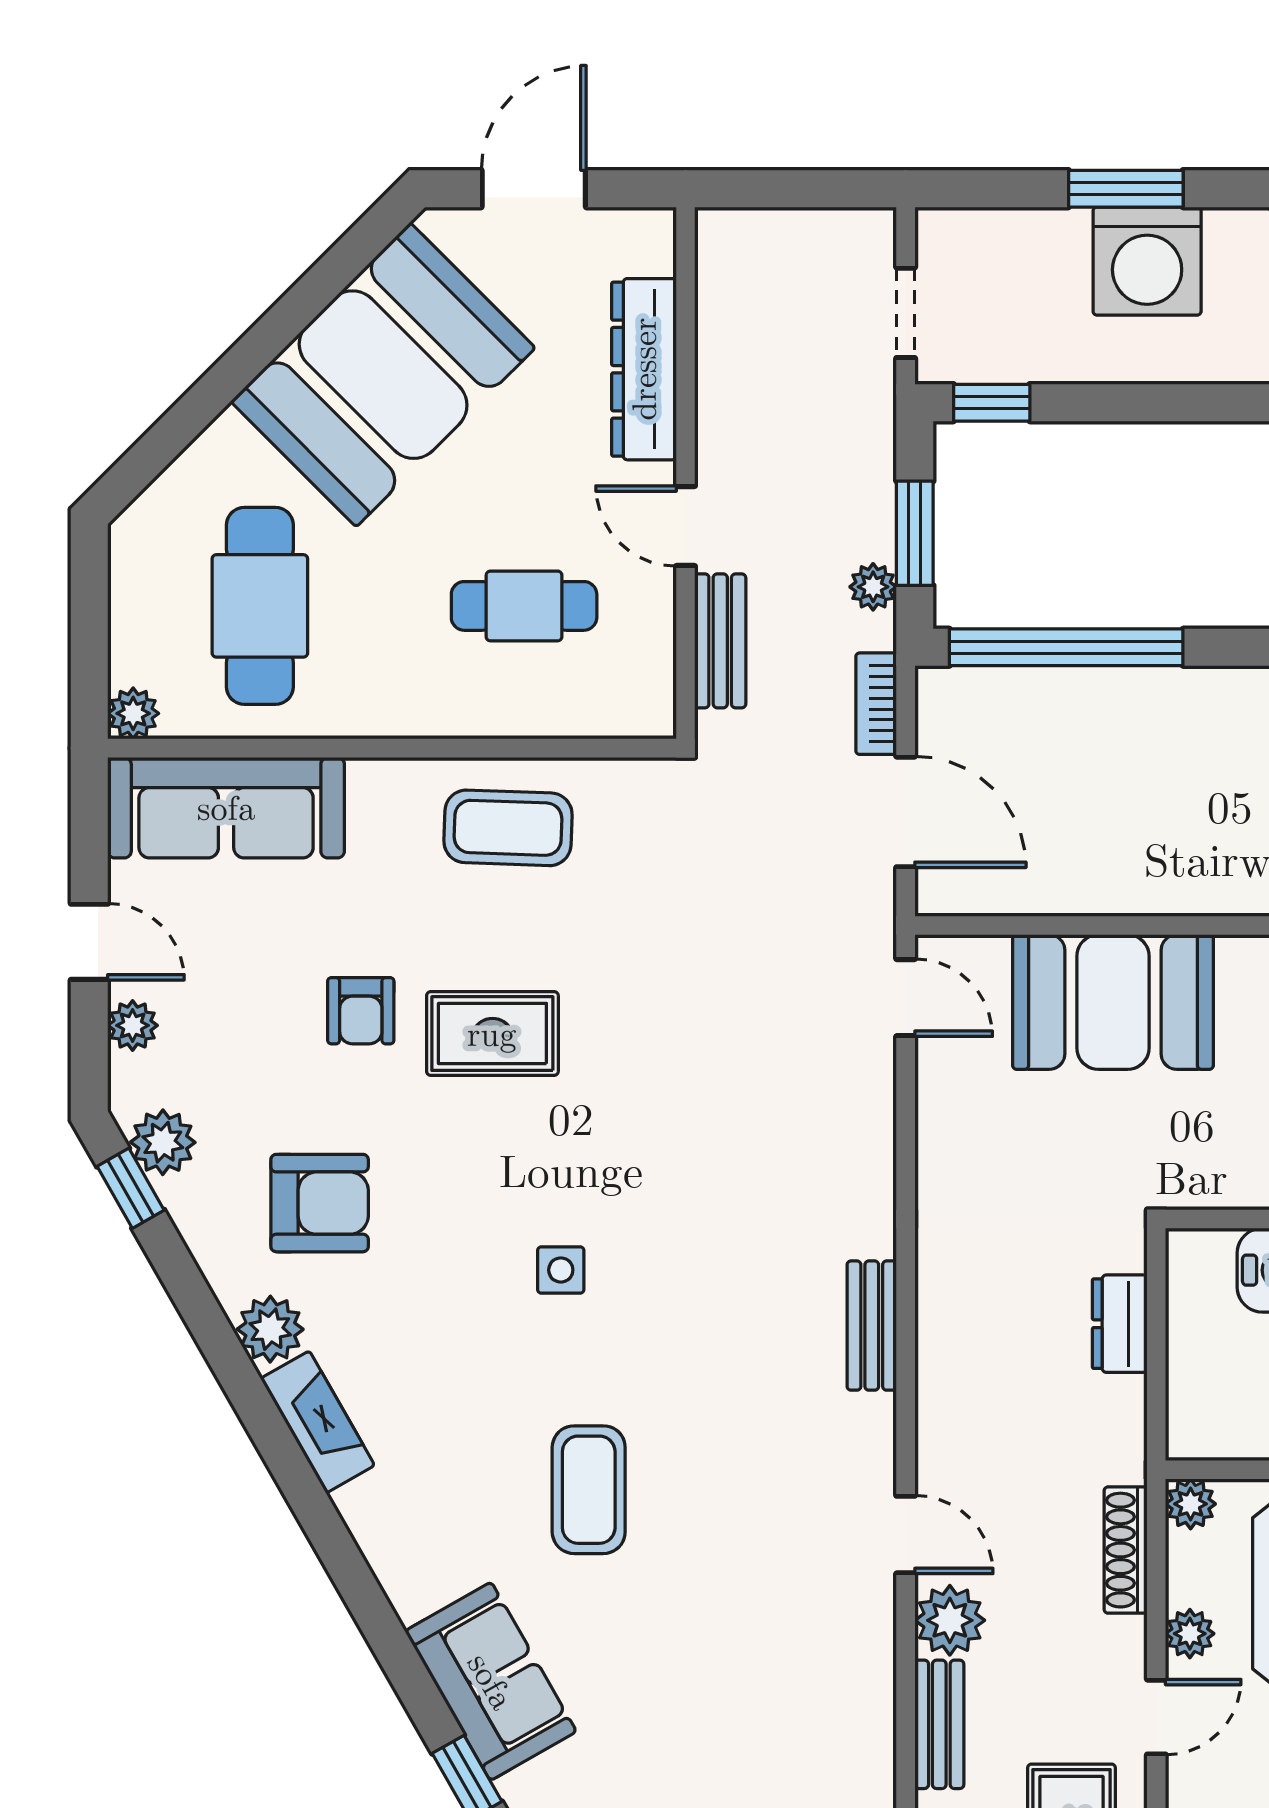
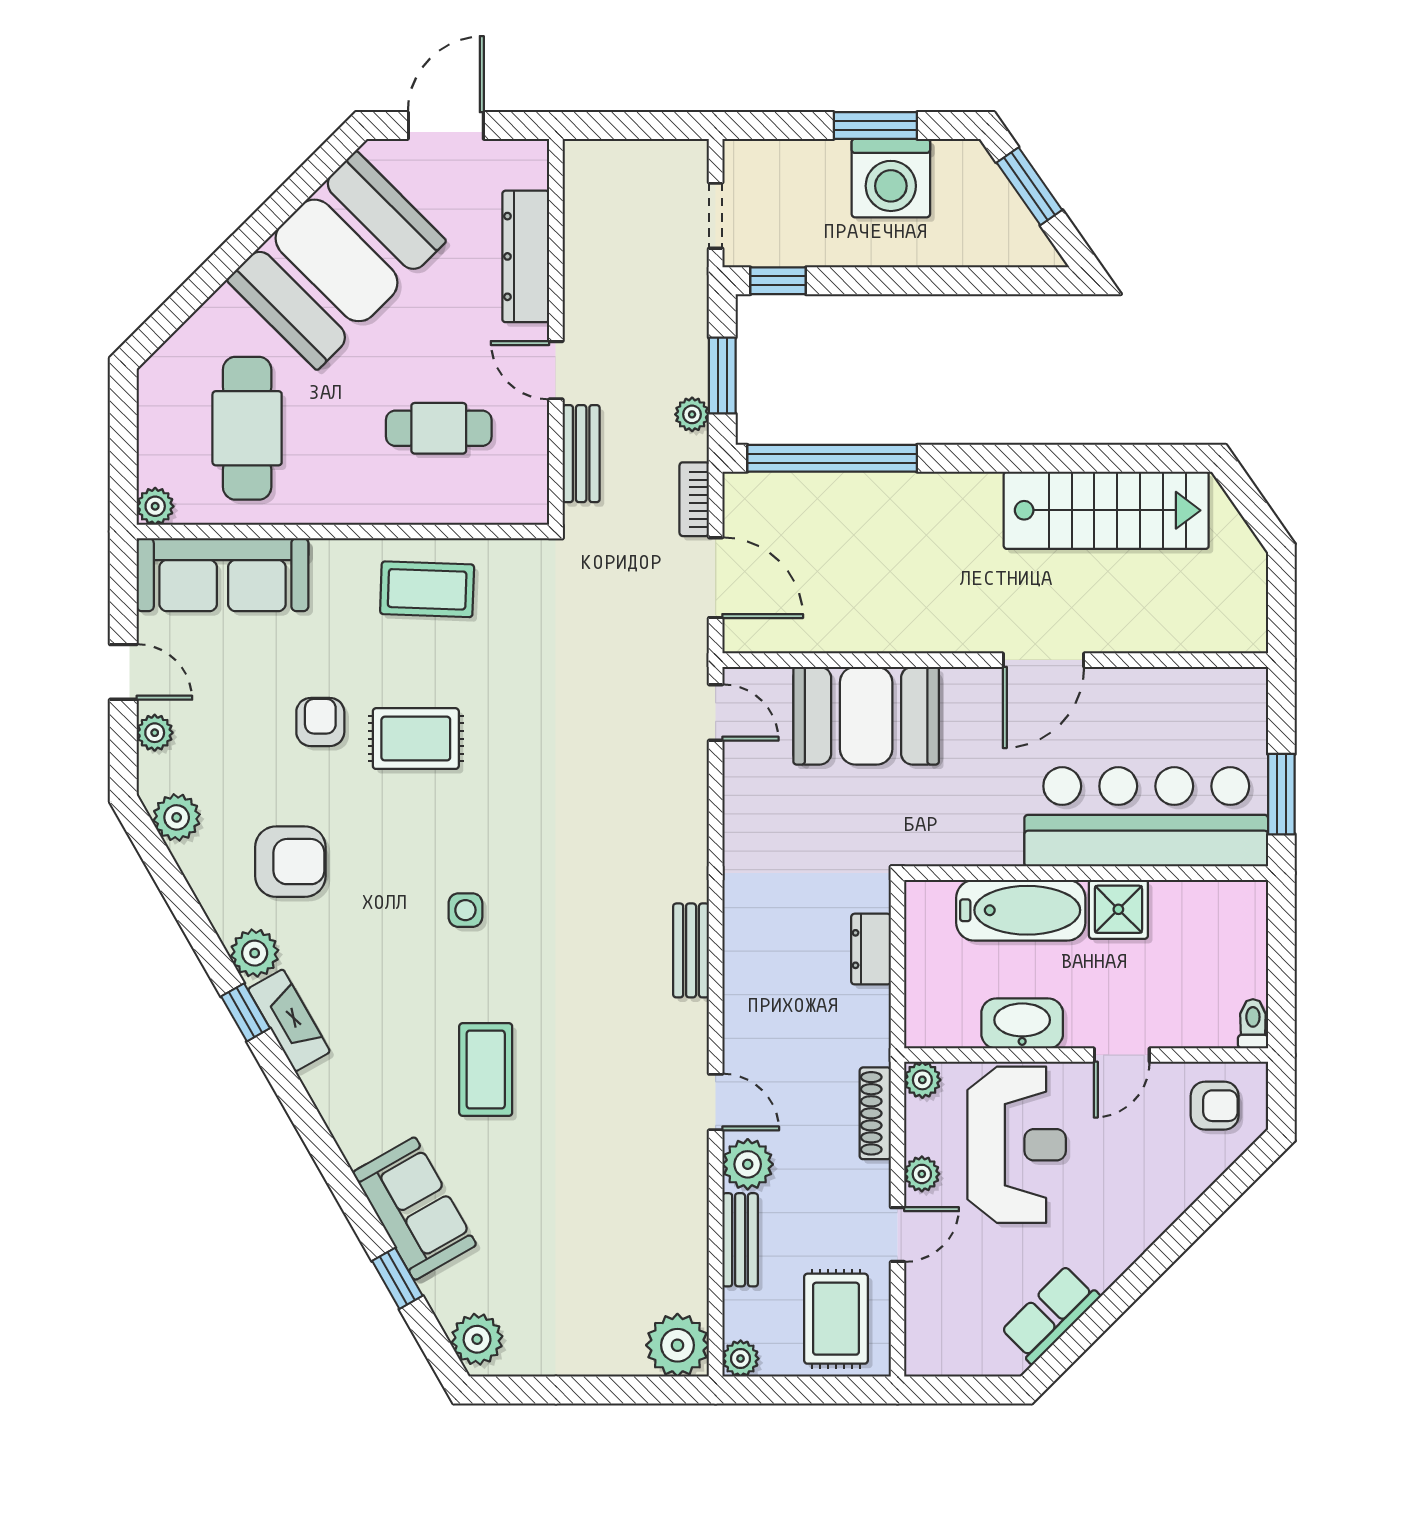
armchair: (361, 1011) -> (320, 722), turned 180
window: (131, 1188) -> (246, 1012), moved

